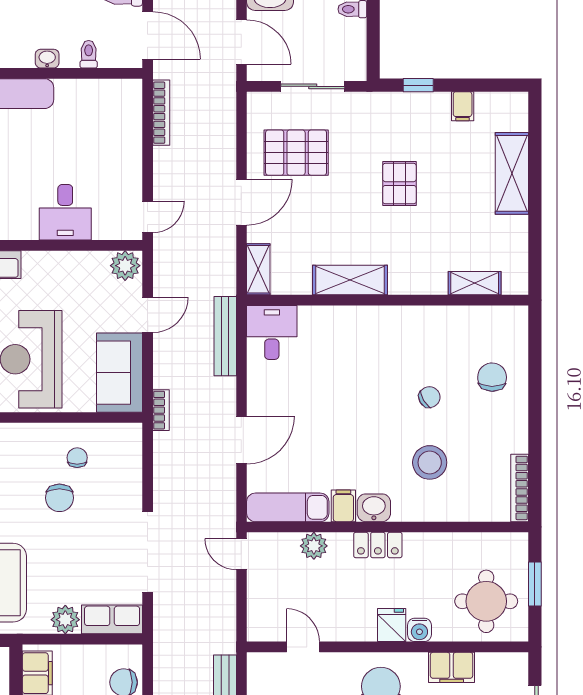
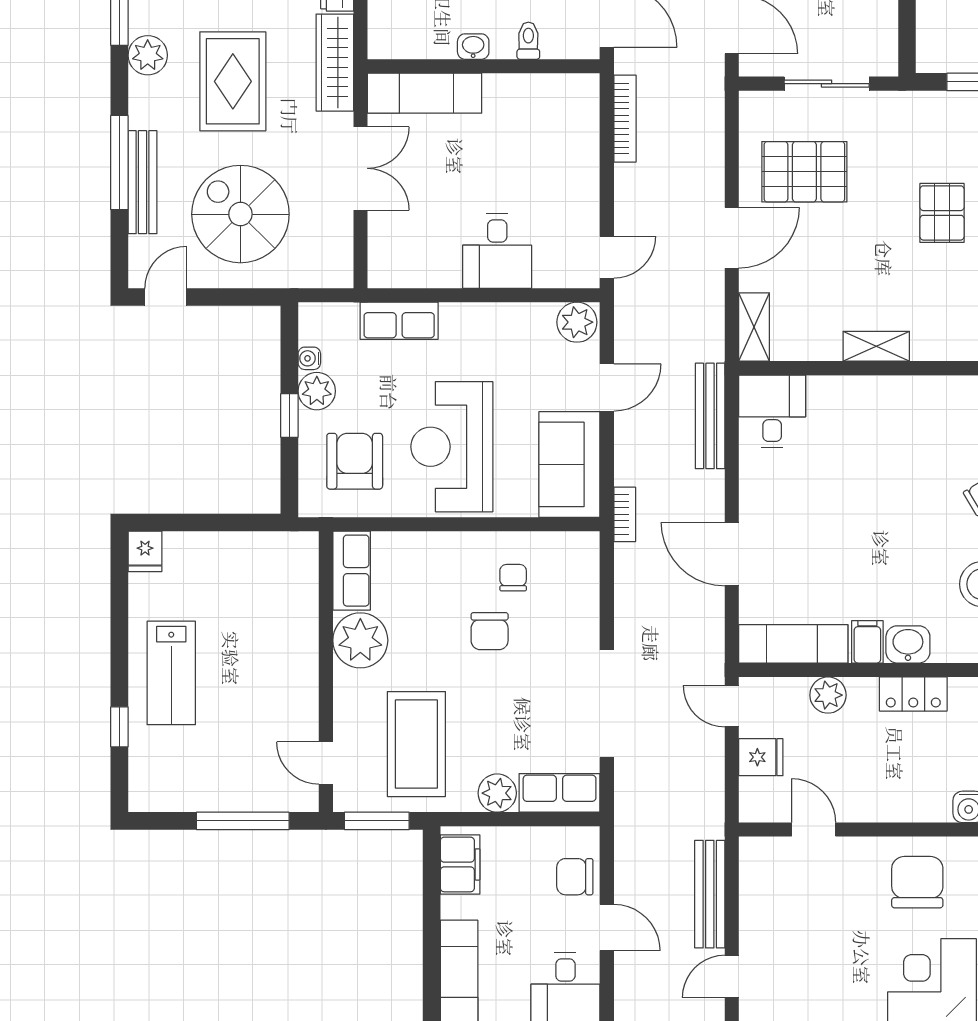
shelving: (350, 280) -> (876, 346), width x0.67, depth x0.75
door: (241, 440) -> (732, 554), swing flipped
fridge: (392, 625) -> (761, 757), moved, turned 90

